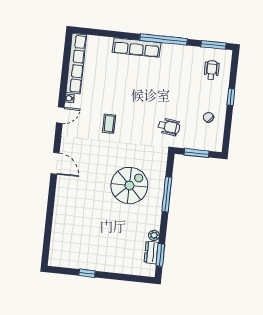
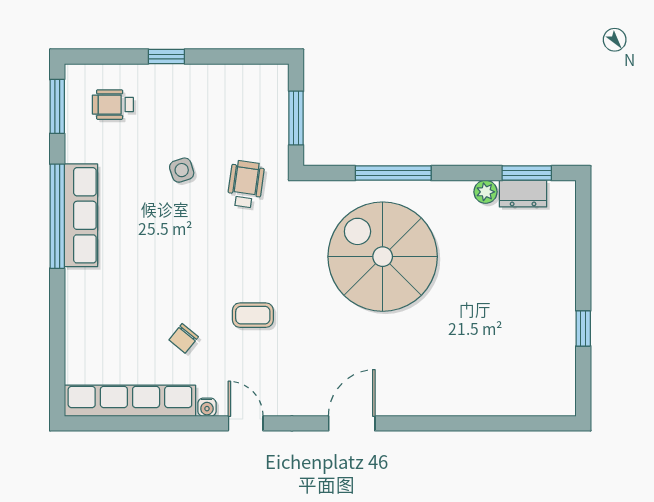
row of seats: (136, 48) -> (81, 215), moved
side table: (179, 98) -> (182, 170), added
chair: (208, 117) -> (184, 338), moved
spiral stairs: (129, 185) -> (383, 257), width x1.37, depth x1.37

